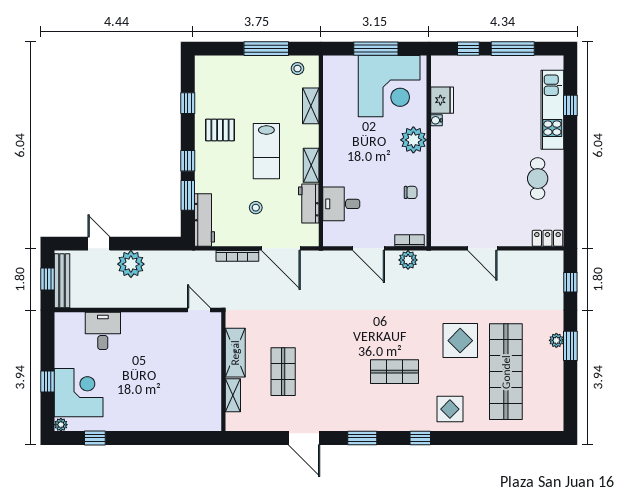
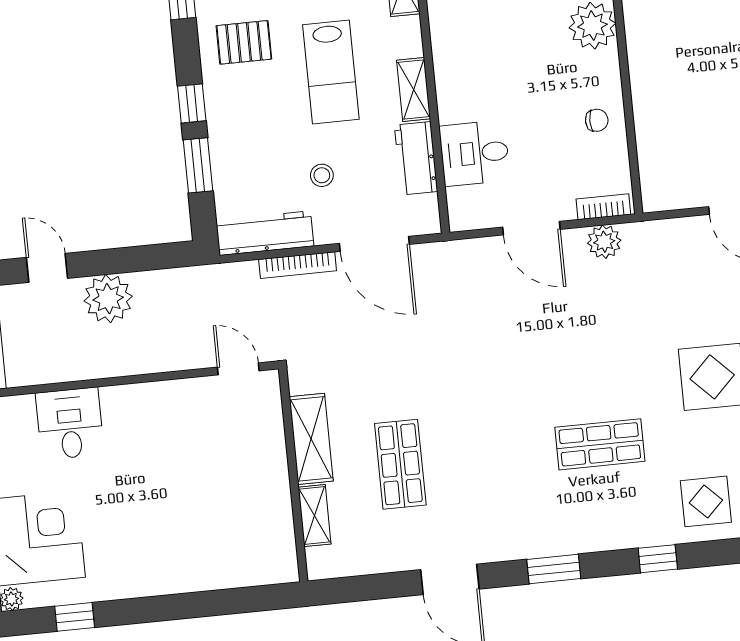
workbench: (205, 220) -> (265, 233), moved, turned -90

